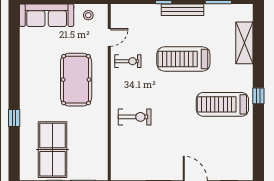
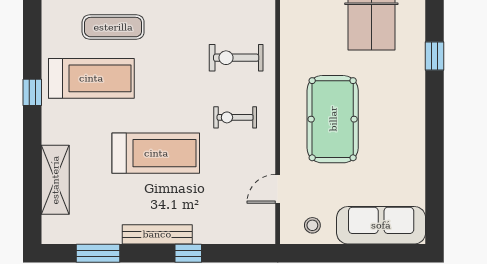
exercise bike: (128, 61) -> (235, 117), moved
exercise mat: (209, 136) -> (113, 27), added

